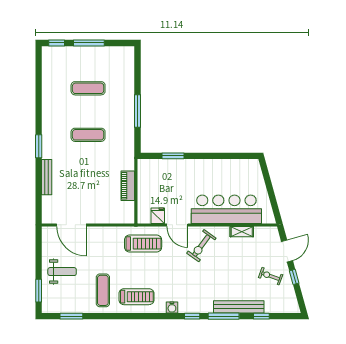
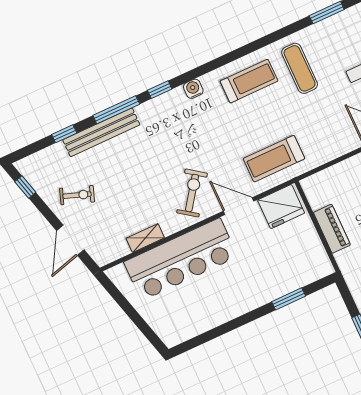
fridge: (158, 216) -> (281, 207), width x1.88, depth x1.34
window: (294, 277) -> (25, 187), moved
treadmill: (136, 297) -> (249, 81), turned 180

